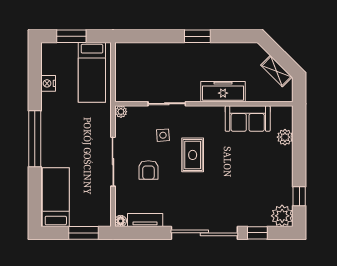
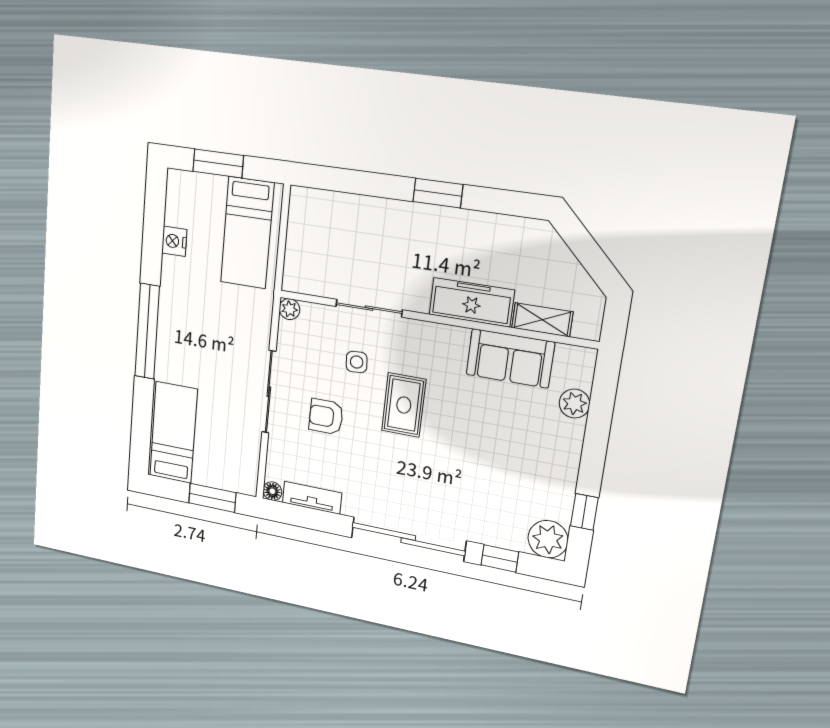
shelving: (276, 71) -> (542, 320), moved, turned -45
armchair: (148, 170) -> (326, 417), turned 90

